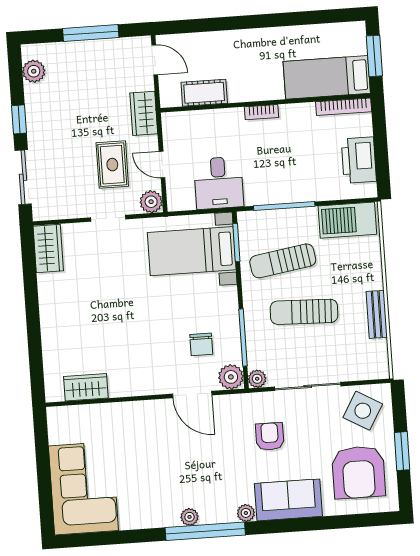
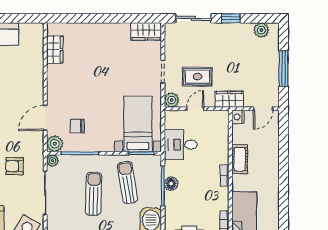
cot: (204, 93) -> (240, 159), moved
nightstand: (170, 98) -> (238, 117), added
floor lamp: (280, 194) -> (171, 184), added
armchair: (270, 436) -> (15, 166), turned 180

